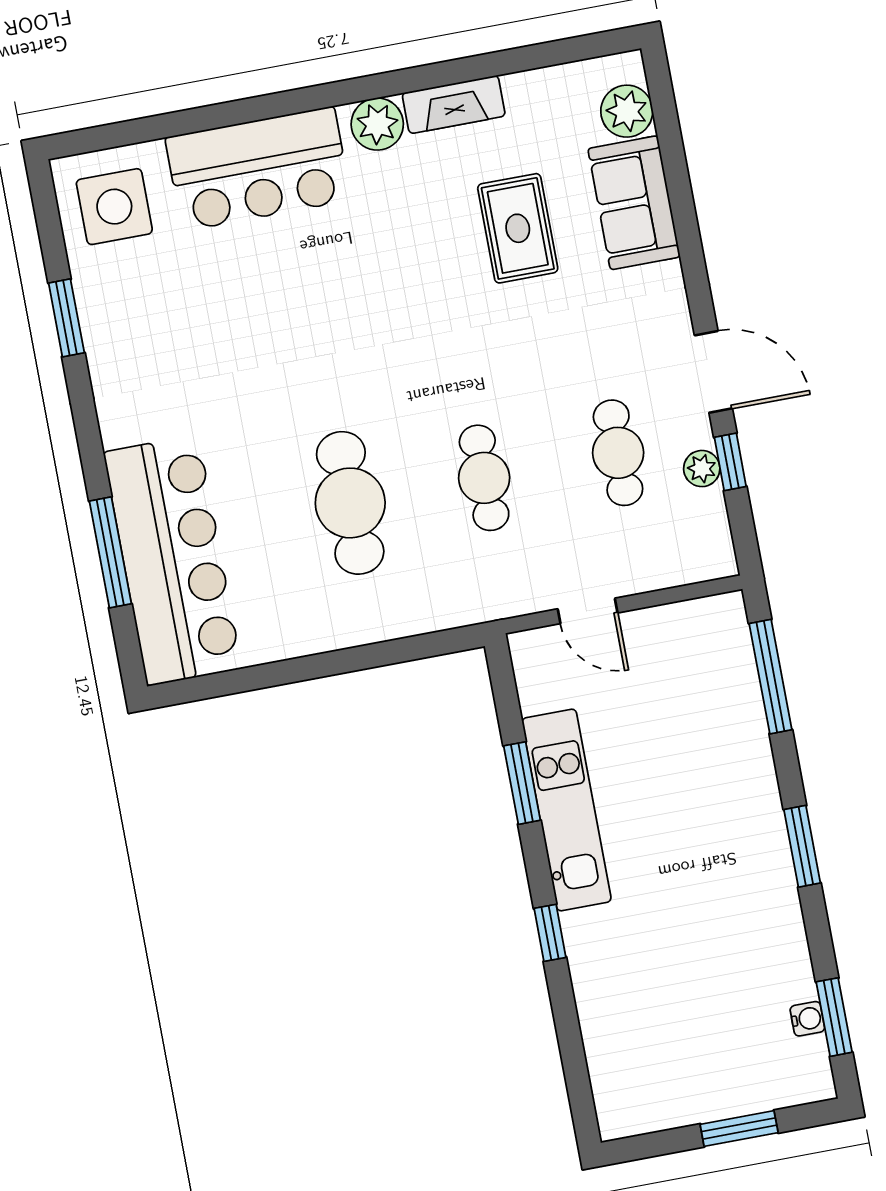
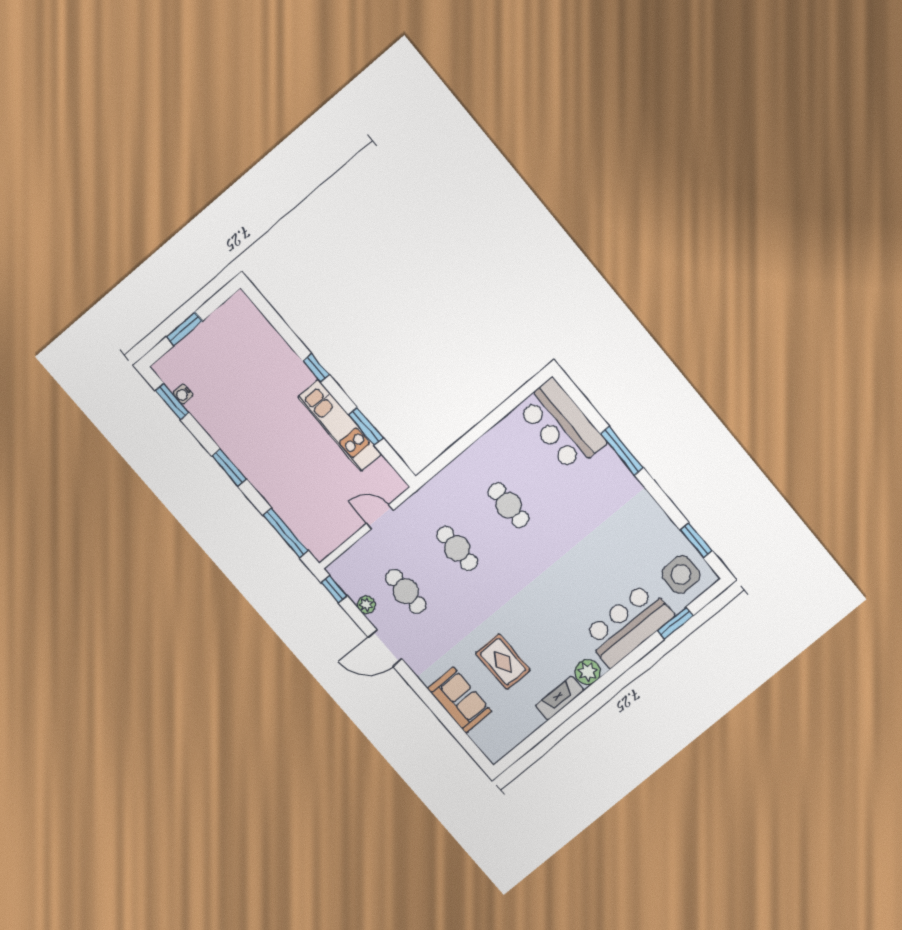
plant: (627, 111) -> (485, 736), removed
window: (173, 124) -> (675, 623), added
window: (66, 318) -> (696, 540), moved
window: (730, 462) -> (334, 589), moved
cafe table: (350, 503) -> (509, 505), width x0.73, depth x0.74
window: (110, 552) -> (622, 451), moved
bar counter: (173, 560) -> (562, 425), width x0.73

